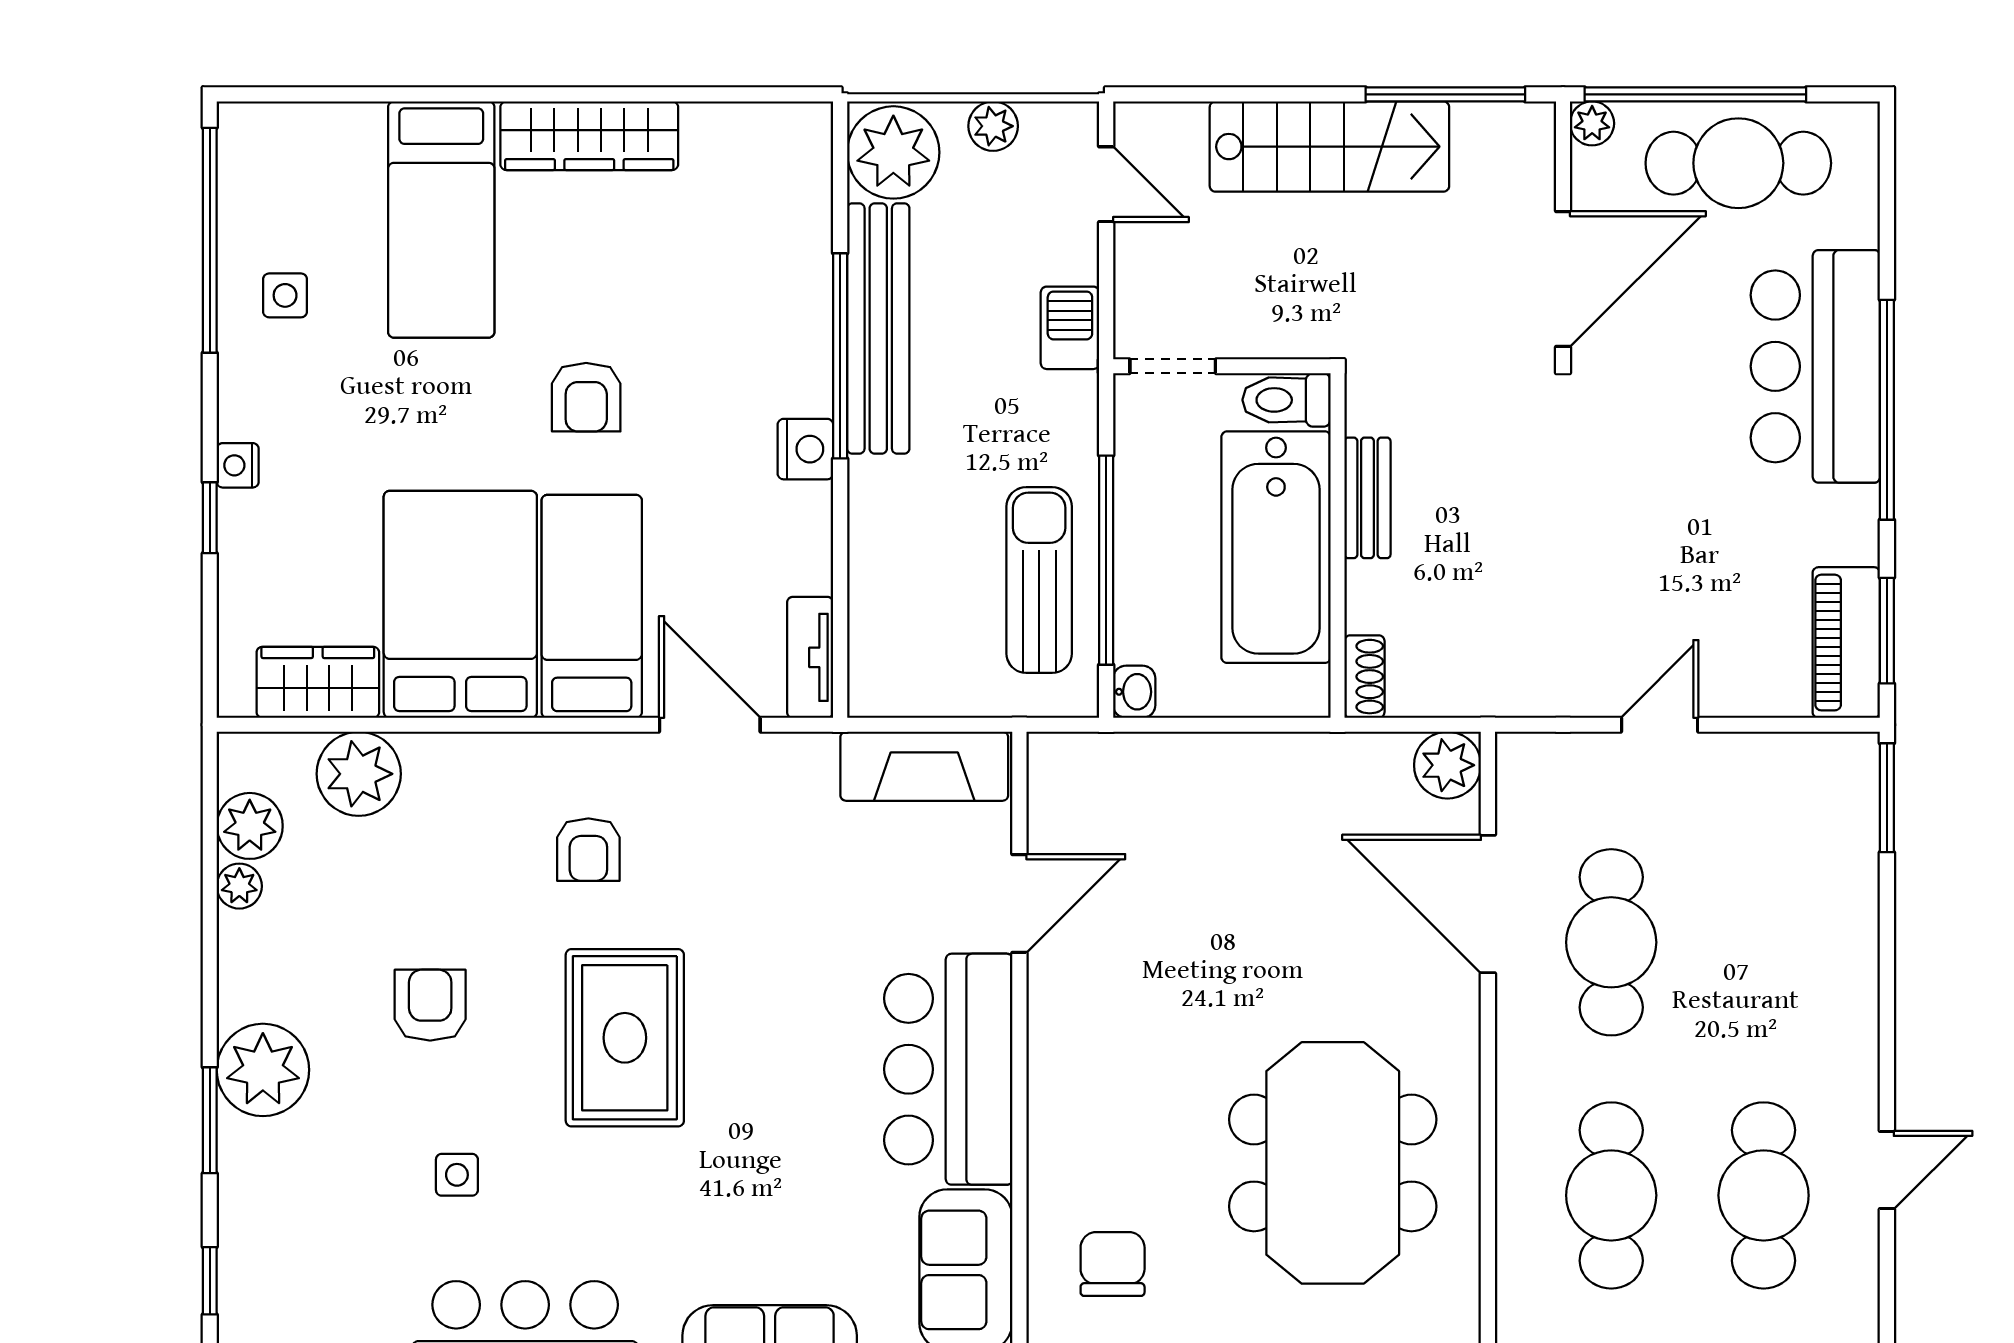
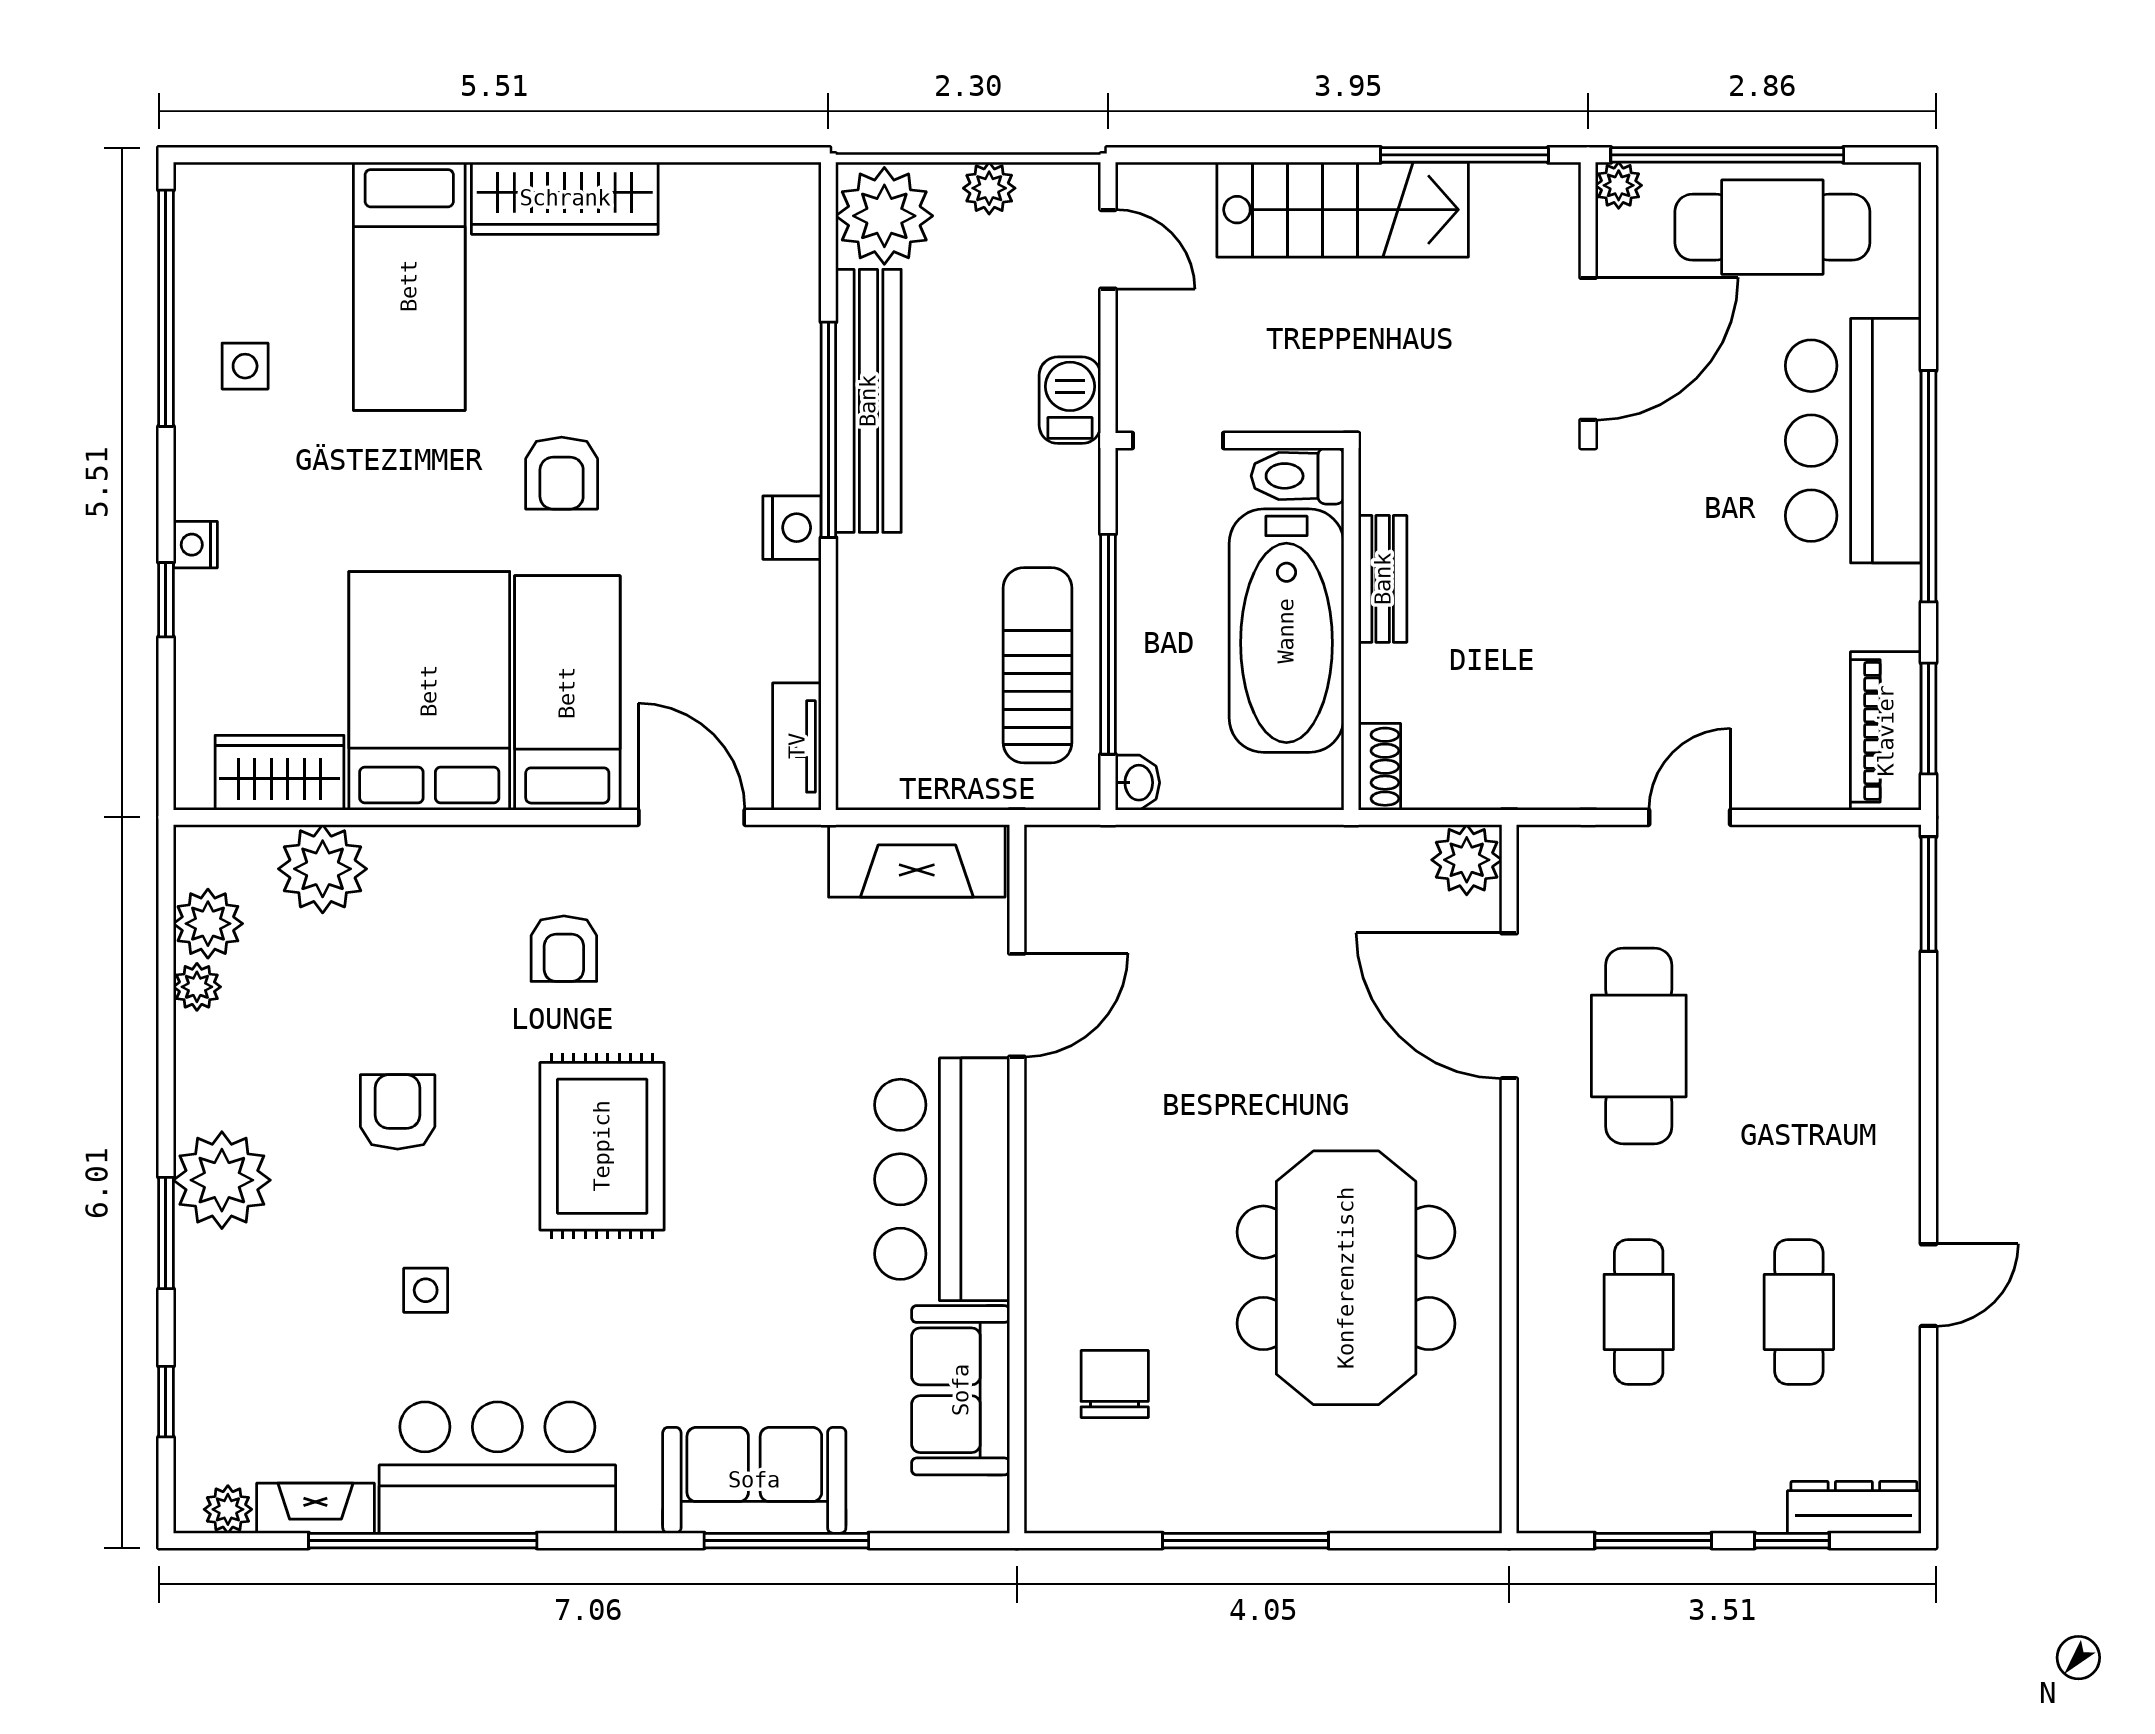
cafe table: (1611, 1195) -> (1639, 1312), width x0.73, depth x0.74
cafe table: (1764, 1195) -> (1799, 1312), width x0.73, depth x0.74

